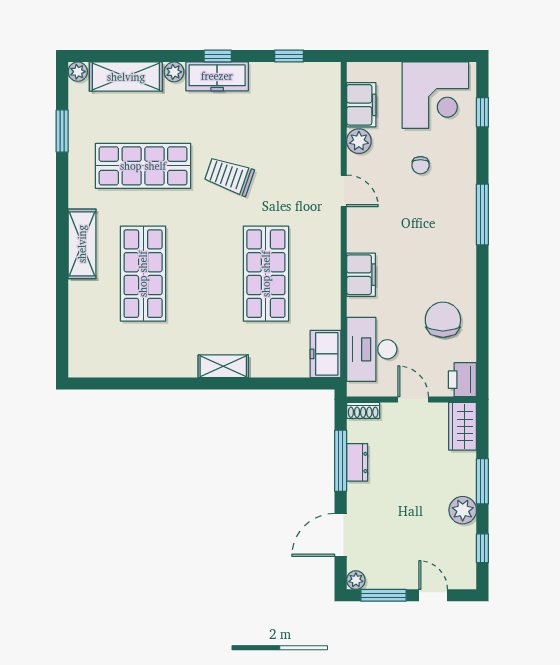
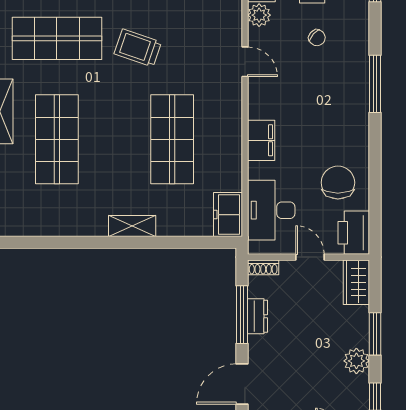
chair: (421, 165) -> (317, 38), turned -48
printer: (462, 380) -> (354, 233), width x1.37, depth x1.19

